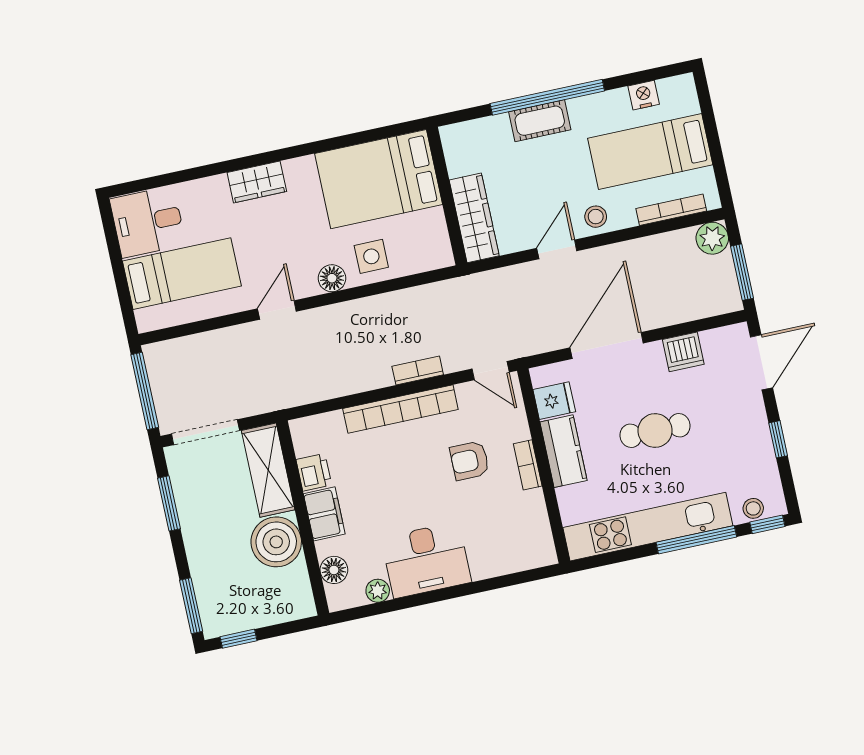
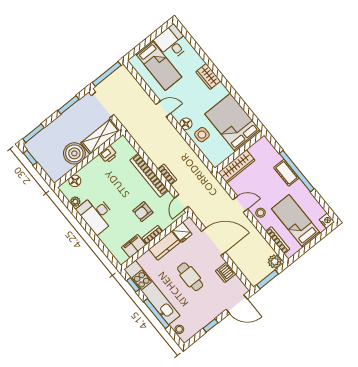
nightstand: (644, 95) -> (327, 221), moved
armchair: (470, 461) -> (143, 212), turned -90
filing cabinet: (324, 514) -> (134, 246), moved, turned 180
window: (767, 524) -> (133, 285), moved

